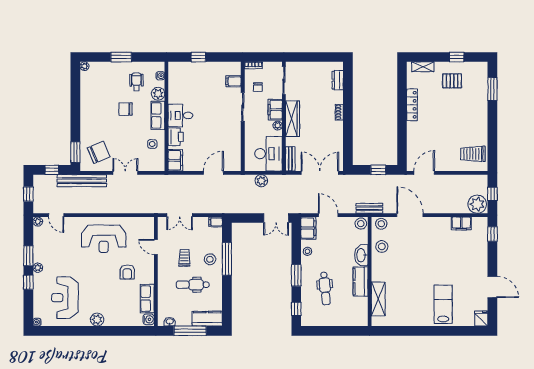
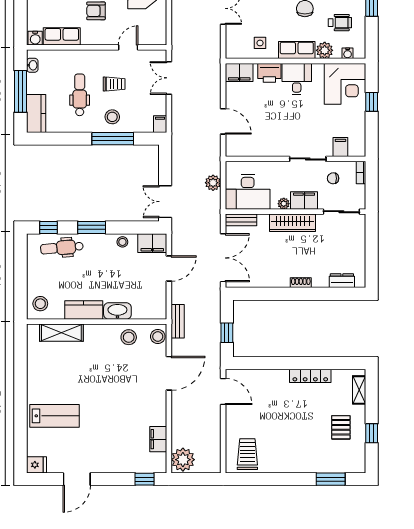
corner desk: (184, 78) -> (345, 84), added
window: (492, 194) -> (196, 479), removed
stool: (361, 224) -> (40, 304), moved
dental chair: (325, 288) -> (62, 248), moved

